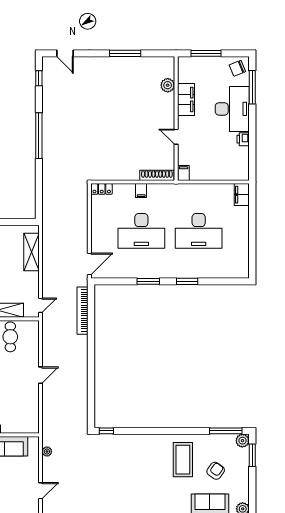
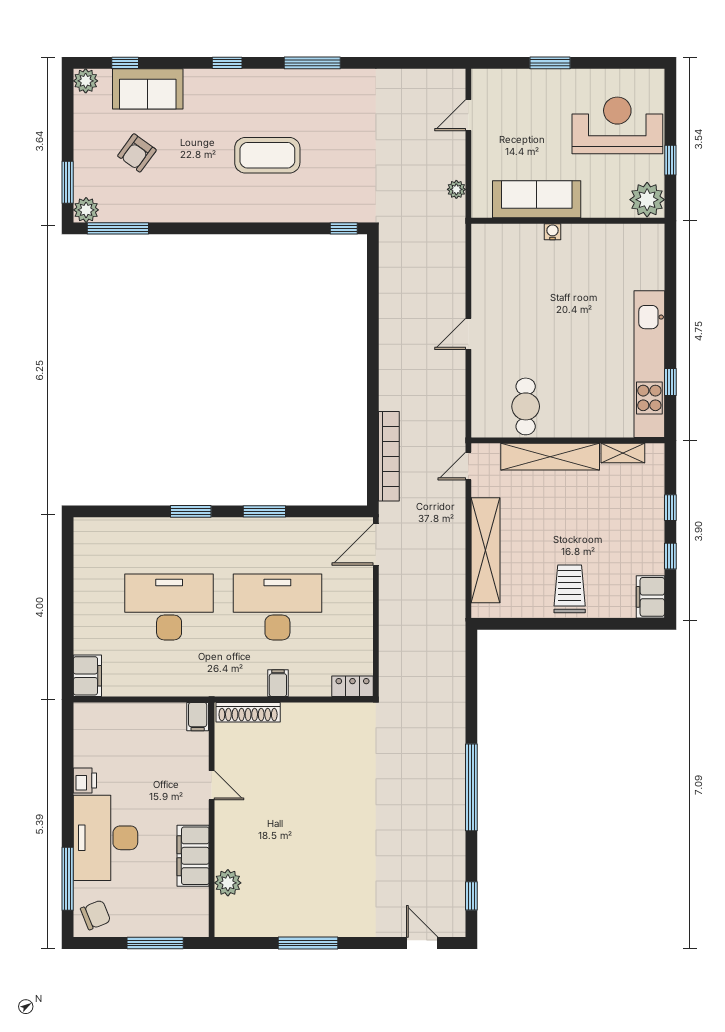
shelving: (31, 252) -> (486, 550), width x1.47
coffee table: (183, 460) -> (267, 155), moved, turned 90

